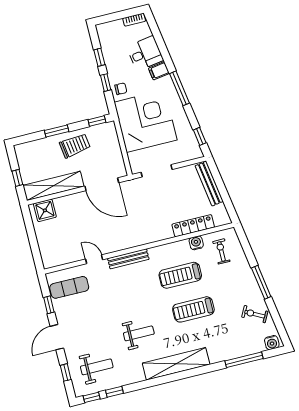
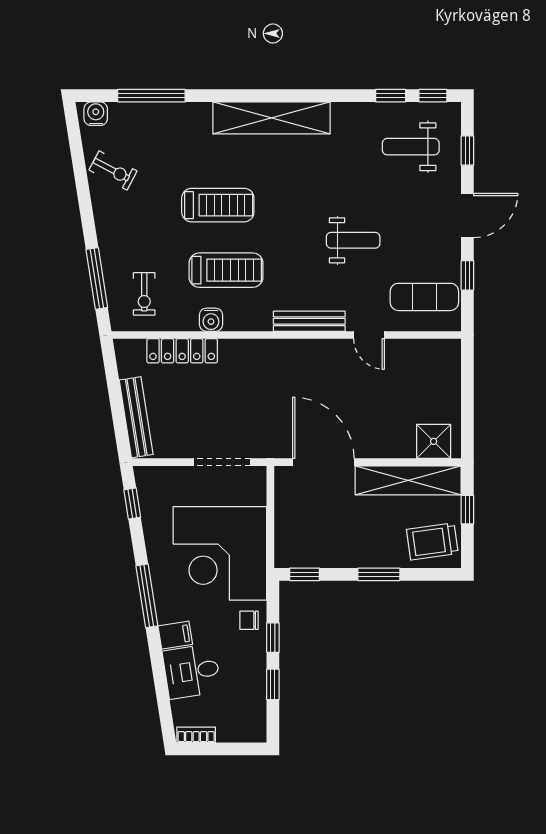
trolley: (75, 146) -> (432, 541), moved
water cooler: (196, 243) -> (211, 320), moved
window: (261, 282) -> (97, 278), moved
weight bench: (139, 333) -> (353, 240), moved, turned 180

